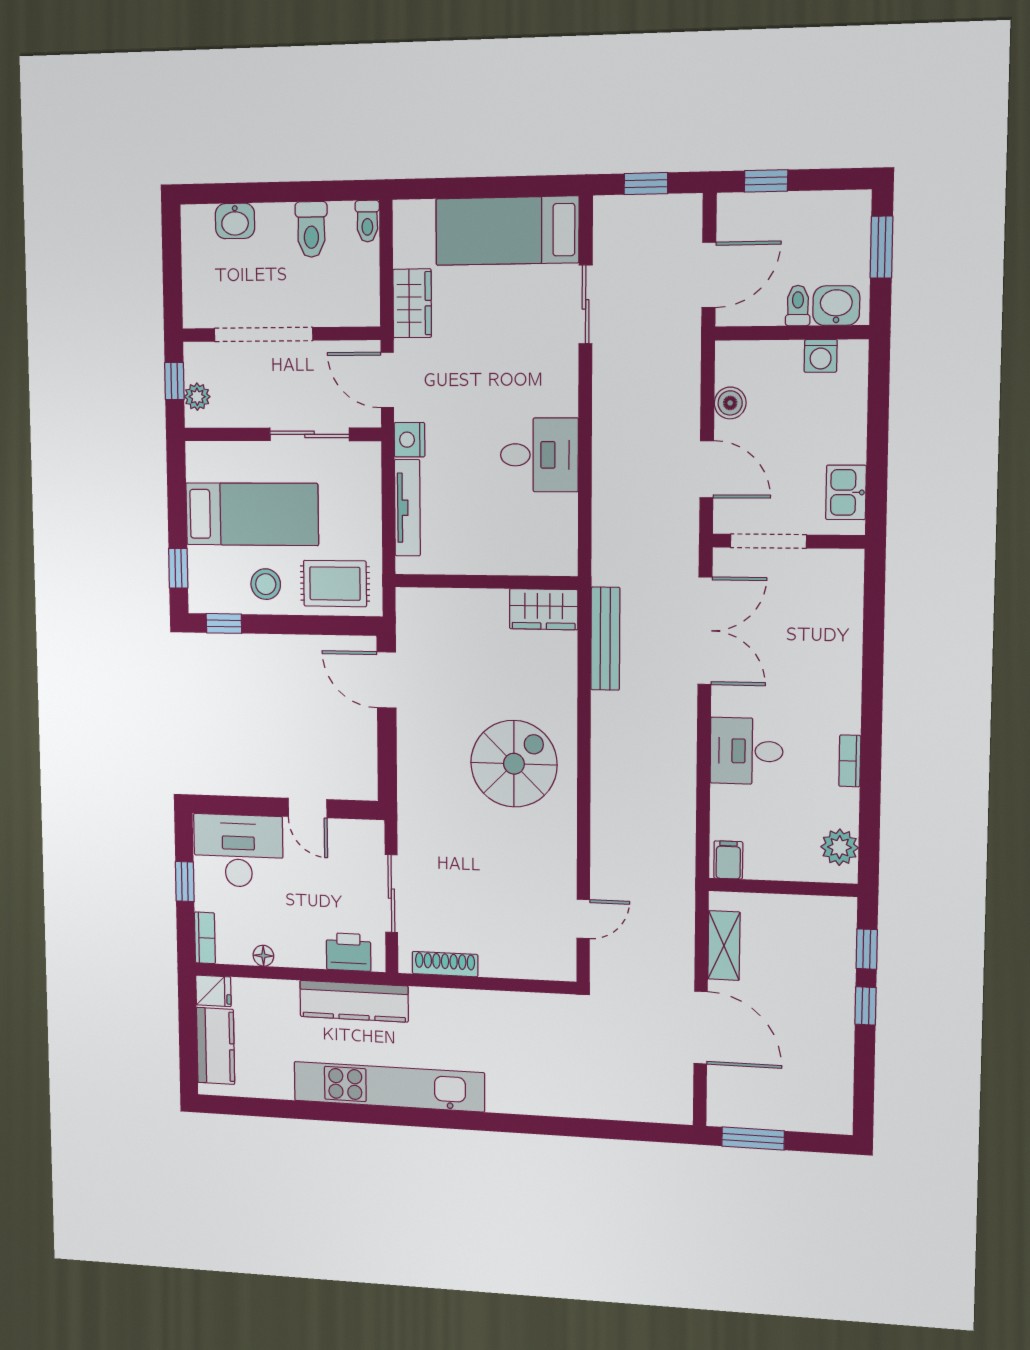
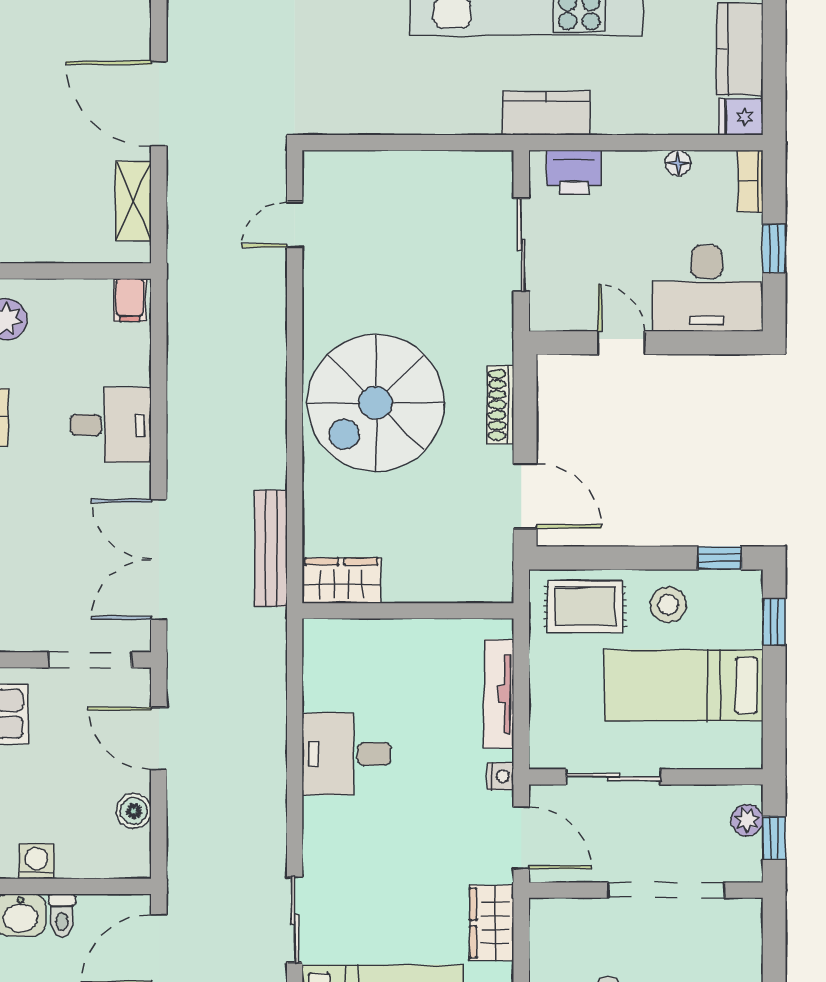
nightstand: (409, 440) -> (501, 776), width x0.72, depth x0.74
spiral stairs: (514, 764) -> (376, 403), width x1.37, depth x1.37
shoe rack: (445, 964) -> (500, 405), moved, turned 90
kitchen counter: (354, 1001) -> (546, 113), width x0.67

